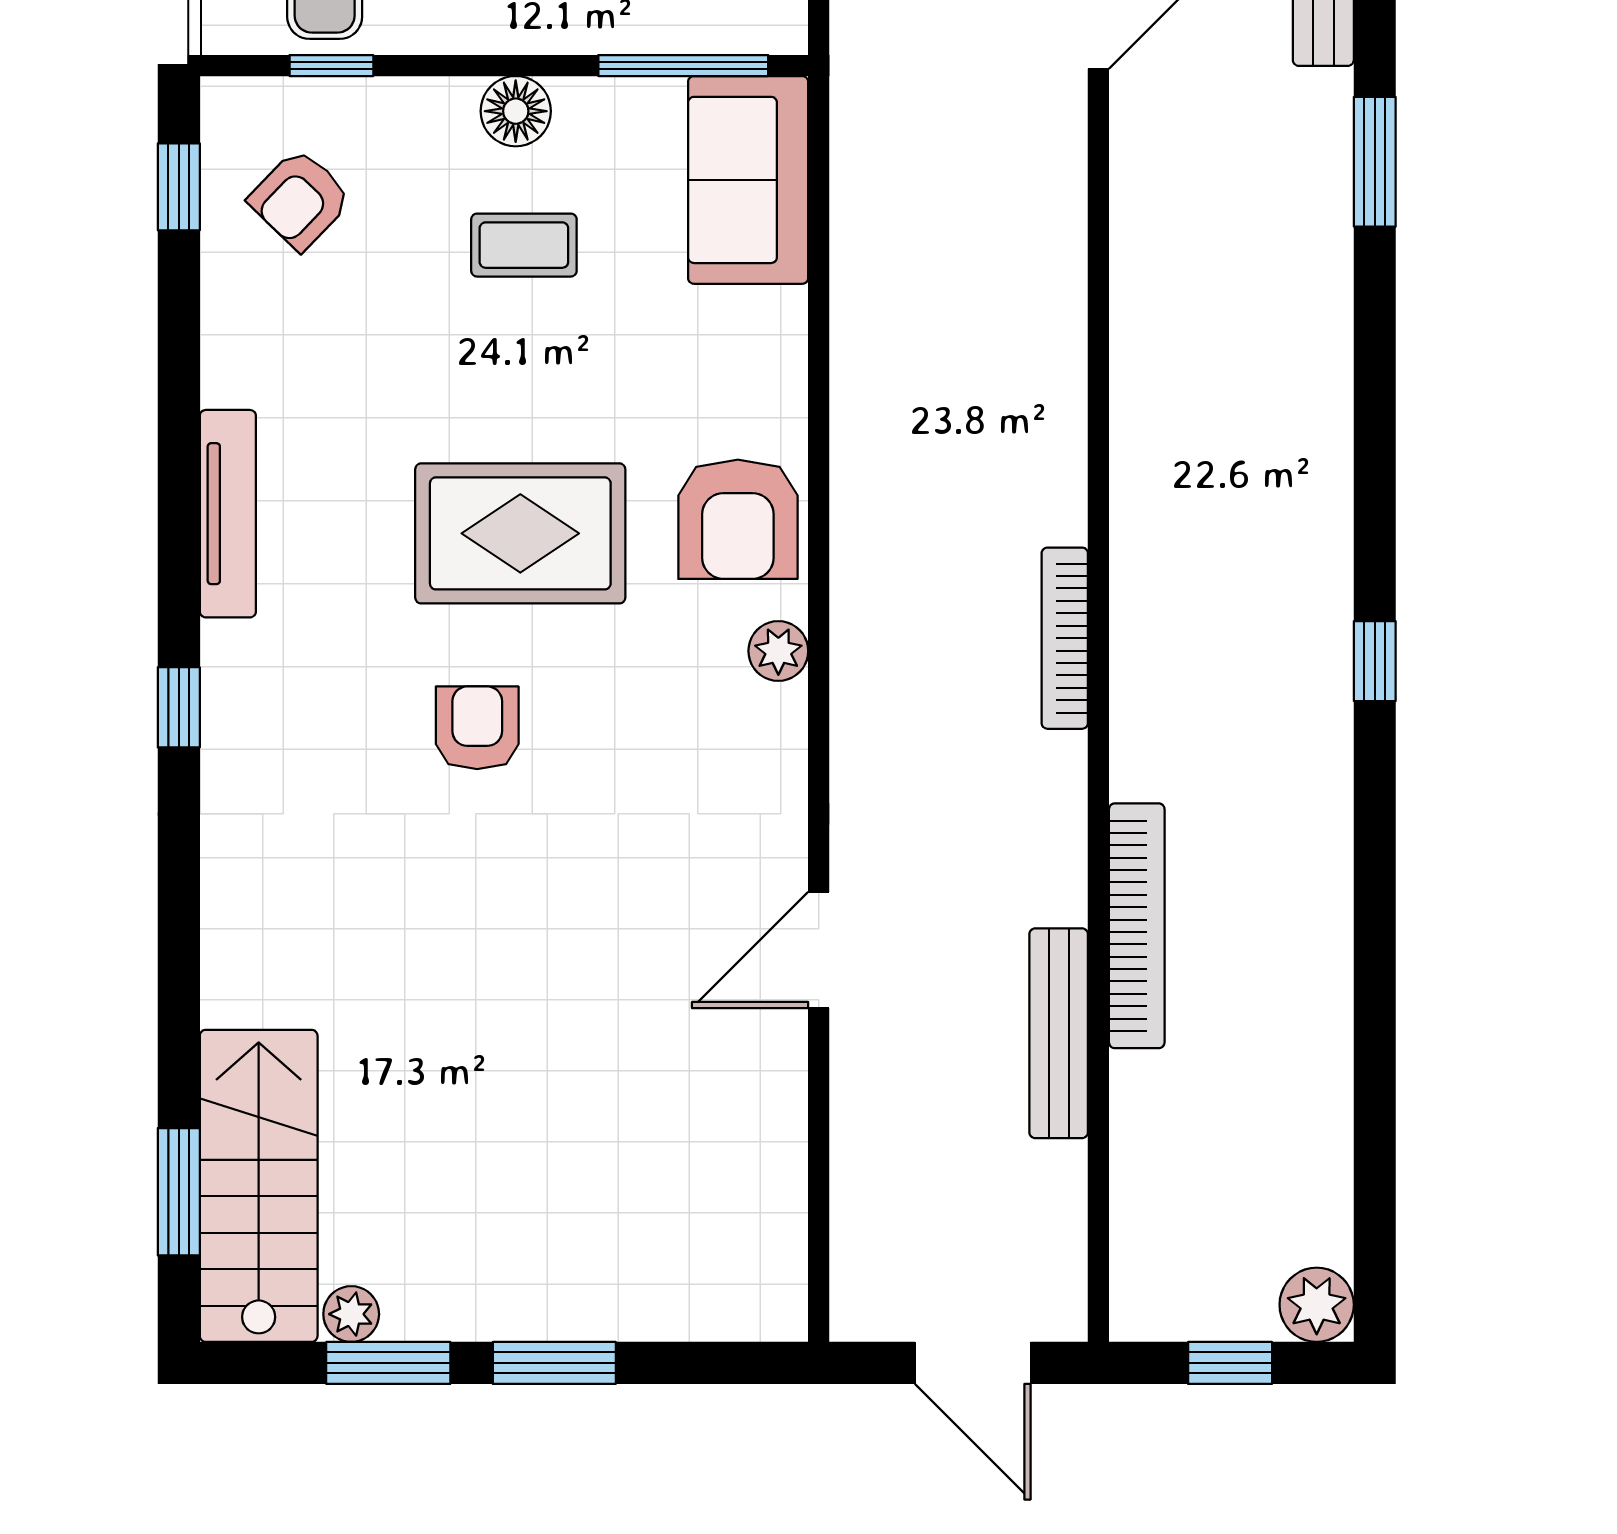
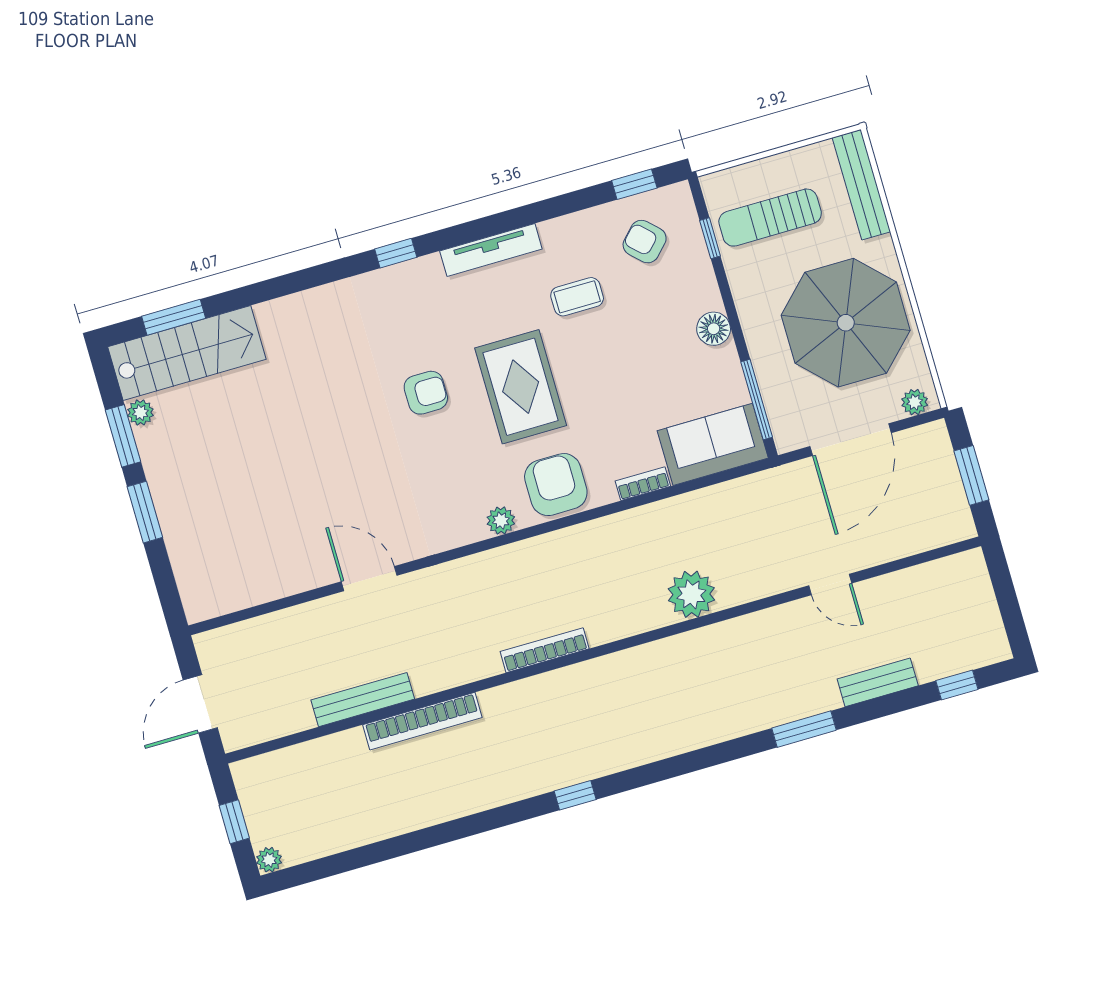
coffee table: (524, 245) -> (577, 297), moved, turned 90
plant: (1038, 310) -> (691, 594), added
bookcase: (787, 344) -> (643, 484), added
armchair: (738, 519) -> (556, 485), turned 90
plant: (1317, 1305) -> (269, 860), width x0.73, depth x0.73

